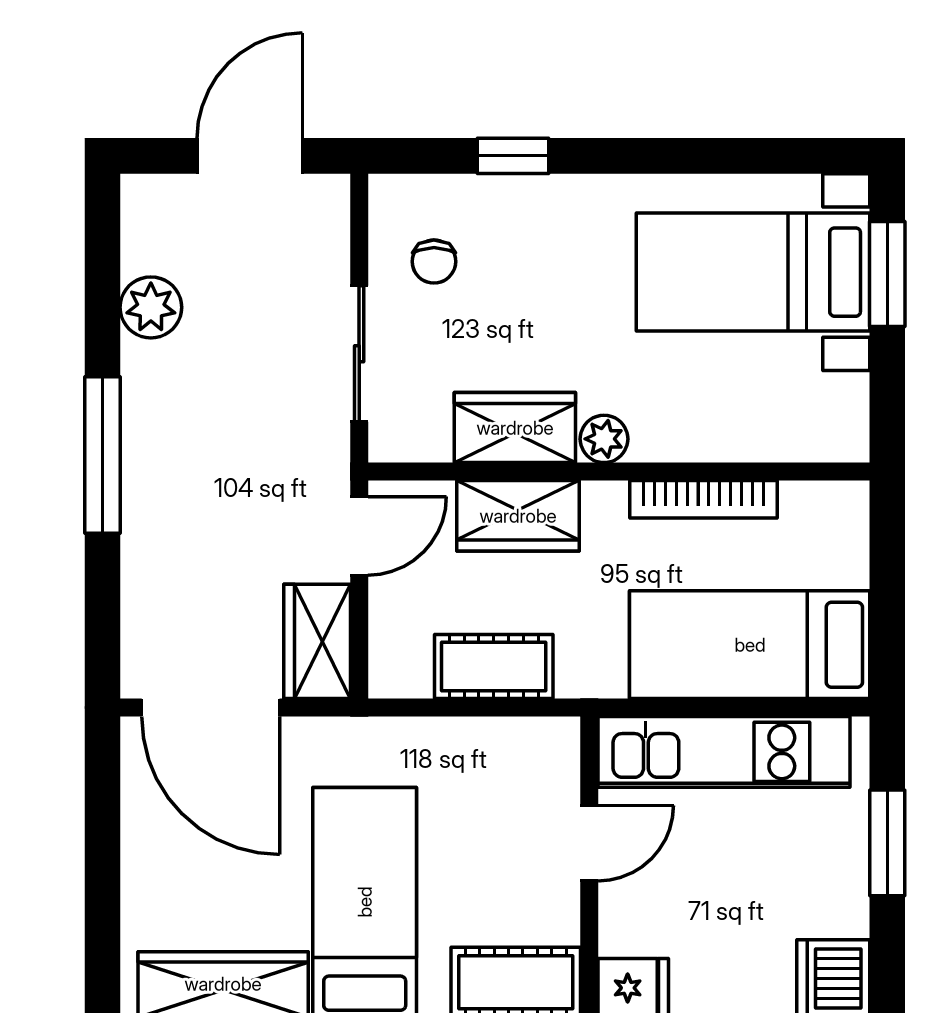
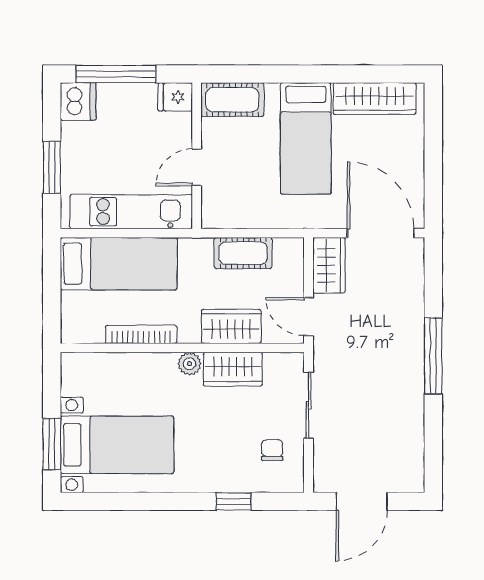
plant: (151, 307) -> (410, 428), removed
door: (359, 536) -> (308, 317), hinge flipped

